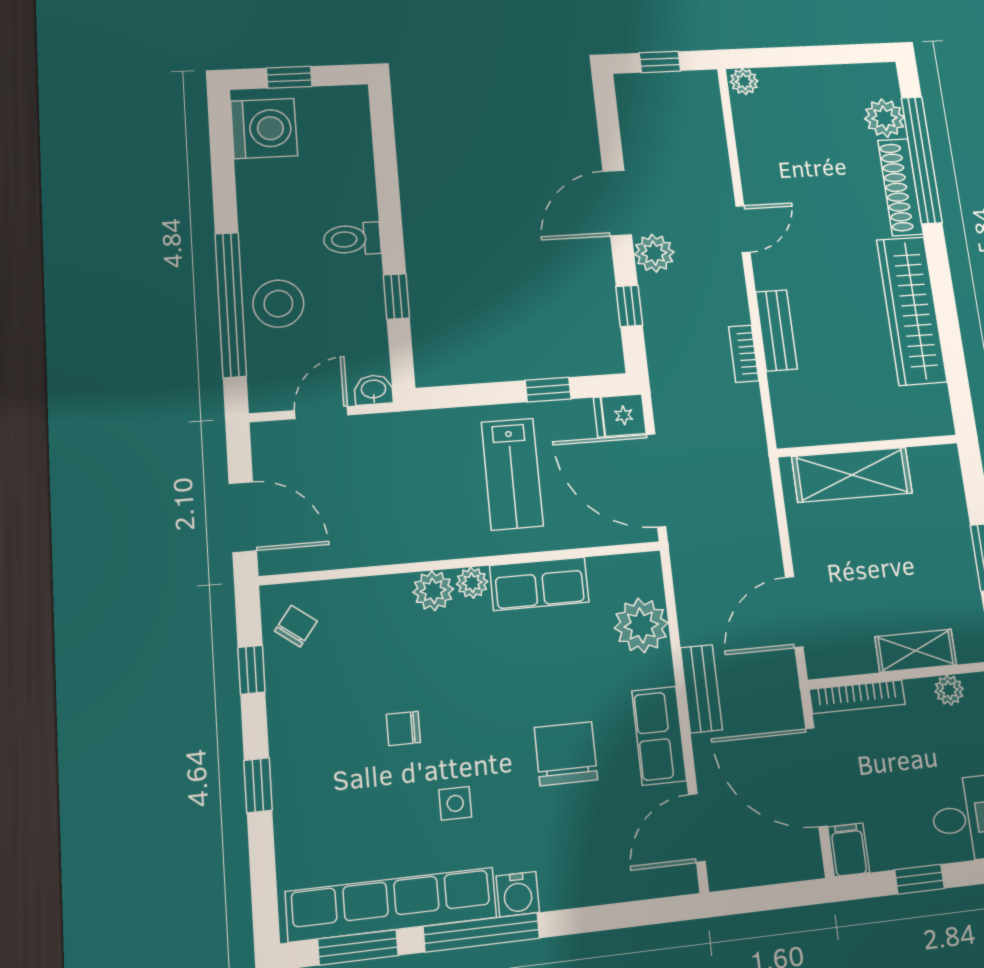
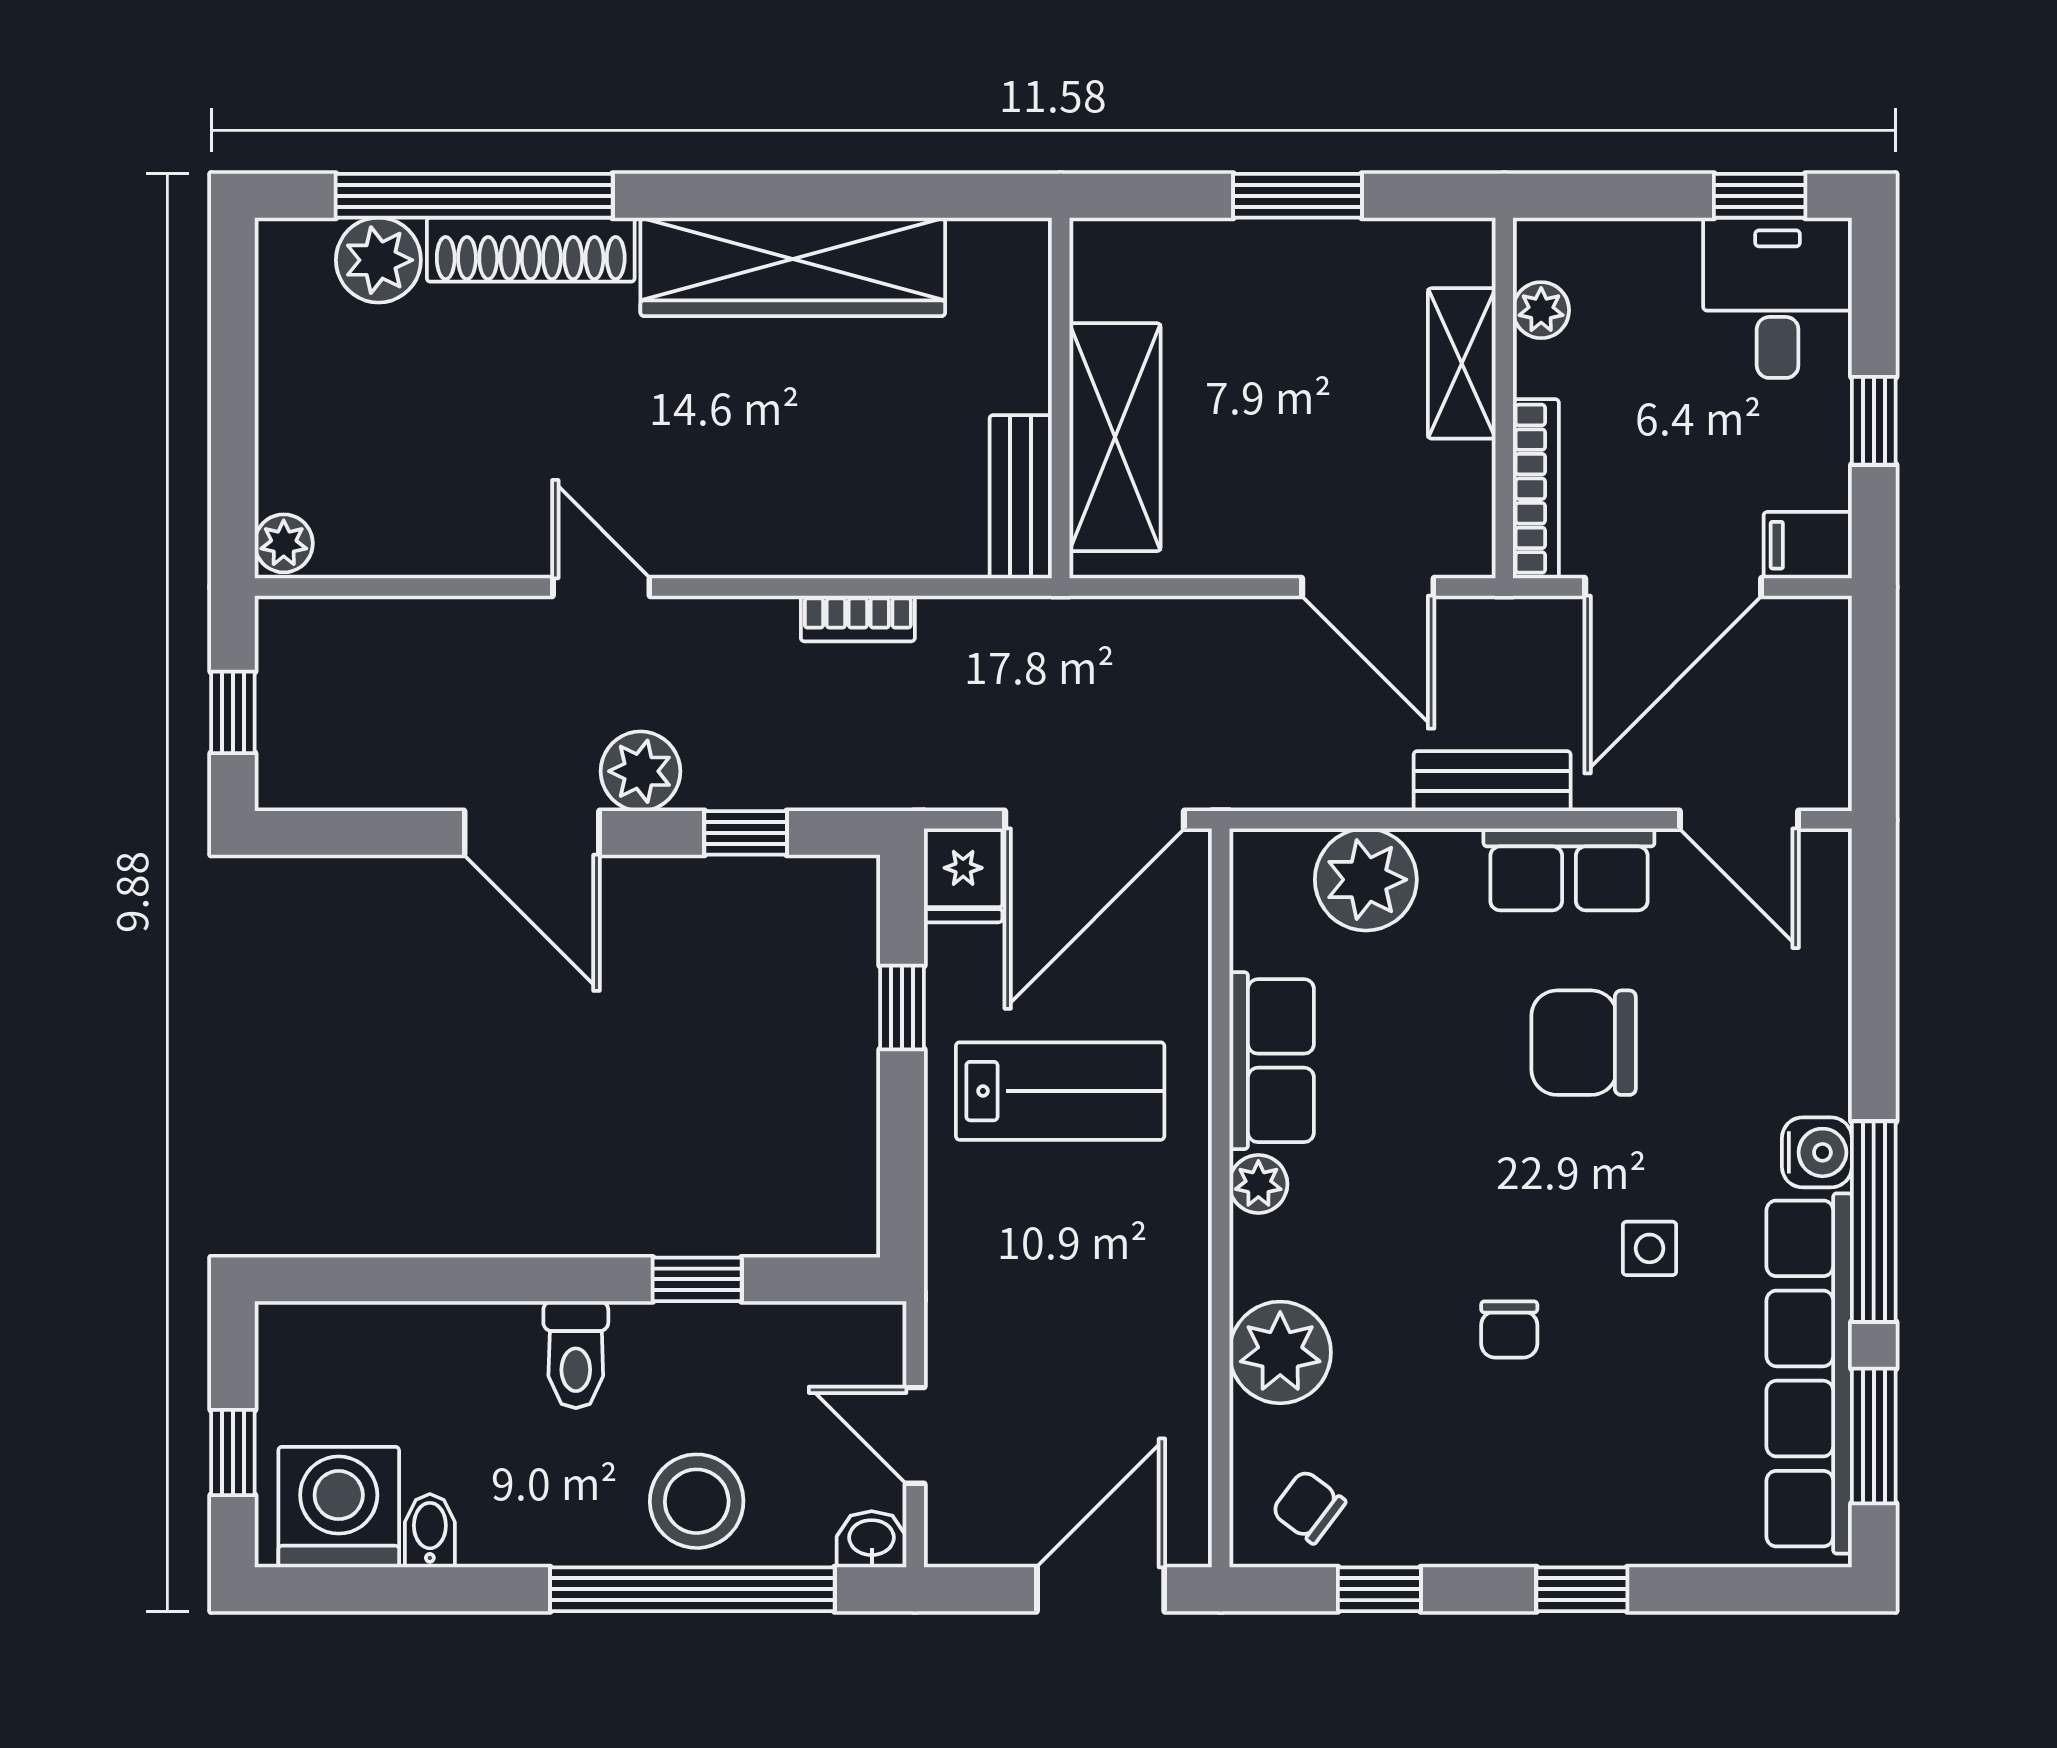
bidet: (254, 173) -> (430, 1531), added
bench: (776, 330) -> (1021, 497), moved, turned 90
washbasin: (374, 390) -> (872, 1539), moved, turned 90
plant: (433, 591) -> (1280, 1352), moved, width x1.36, depth x1.36

